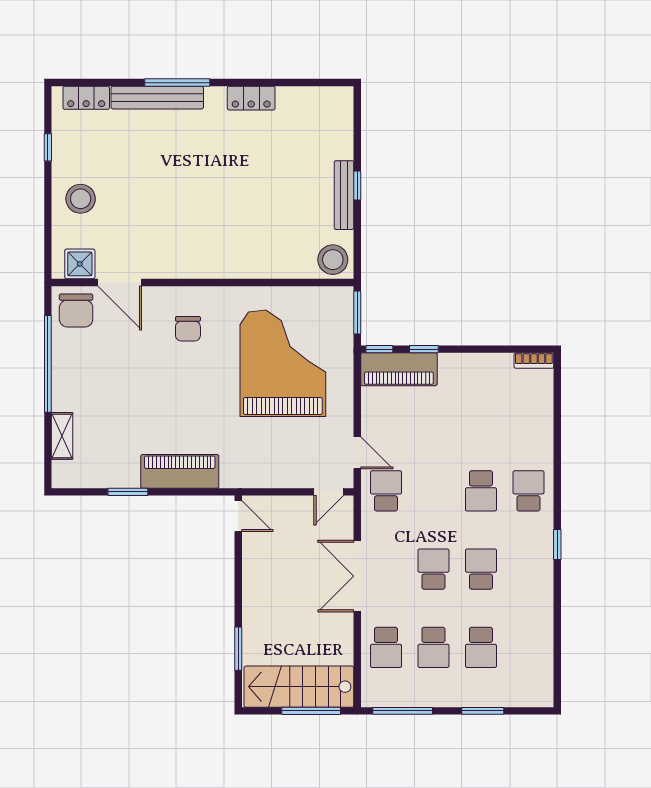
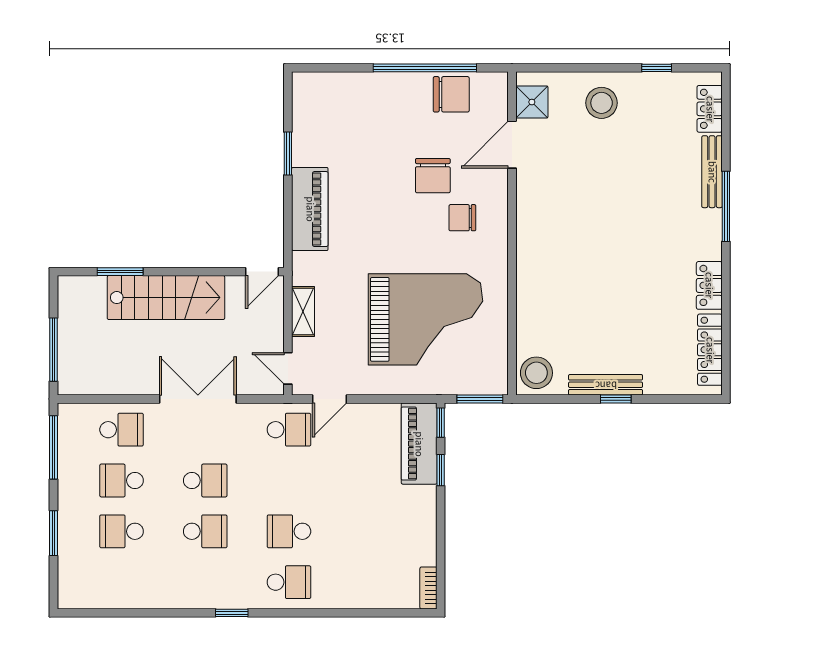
bench: (157, 98) -> (712, 172), width x0.73, depth x0.82
locker: (311, 98) -> (710, 350), added
chair: (76, 310) -> (451, 94), moved, turned 180
chair: (149, 356) -> (433, 176), added
shelving: (62, 436) -> (303, 312), moved, turned 90
school desk: (386, 647) -> (122, 430), turned 180
stairs: (299, 687) -> (166, 298), moved, turned 90

